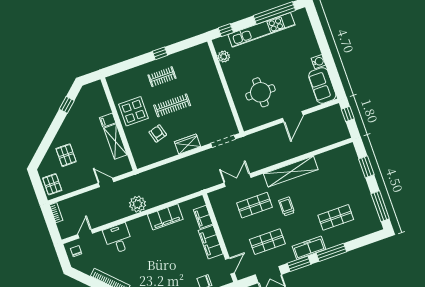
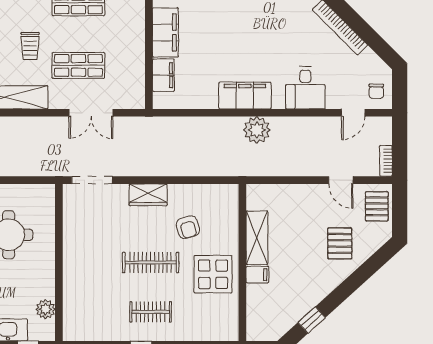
door: (106, 182) -> (341, 180), moved
filing cabinet: (165, 217) -> (245, 96), moved

